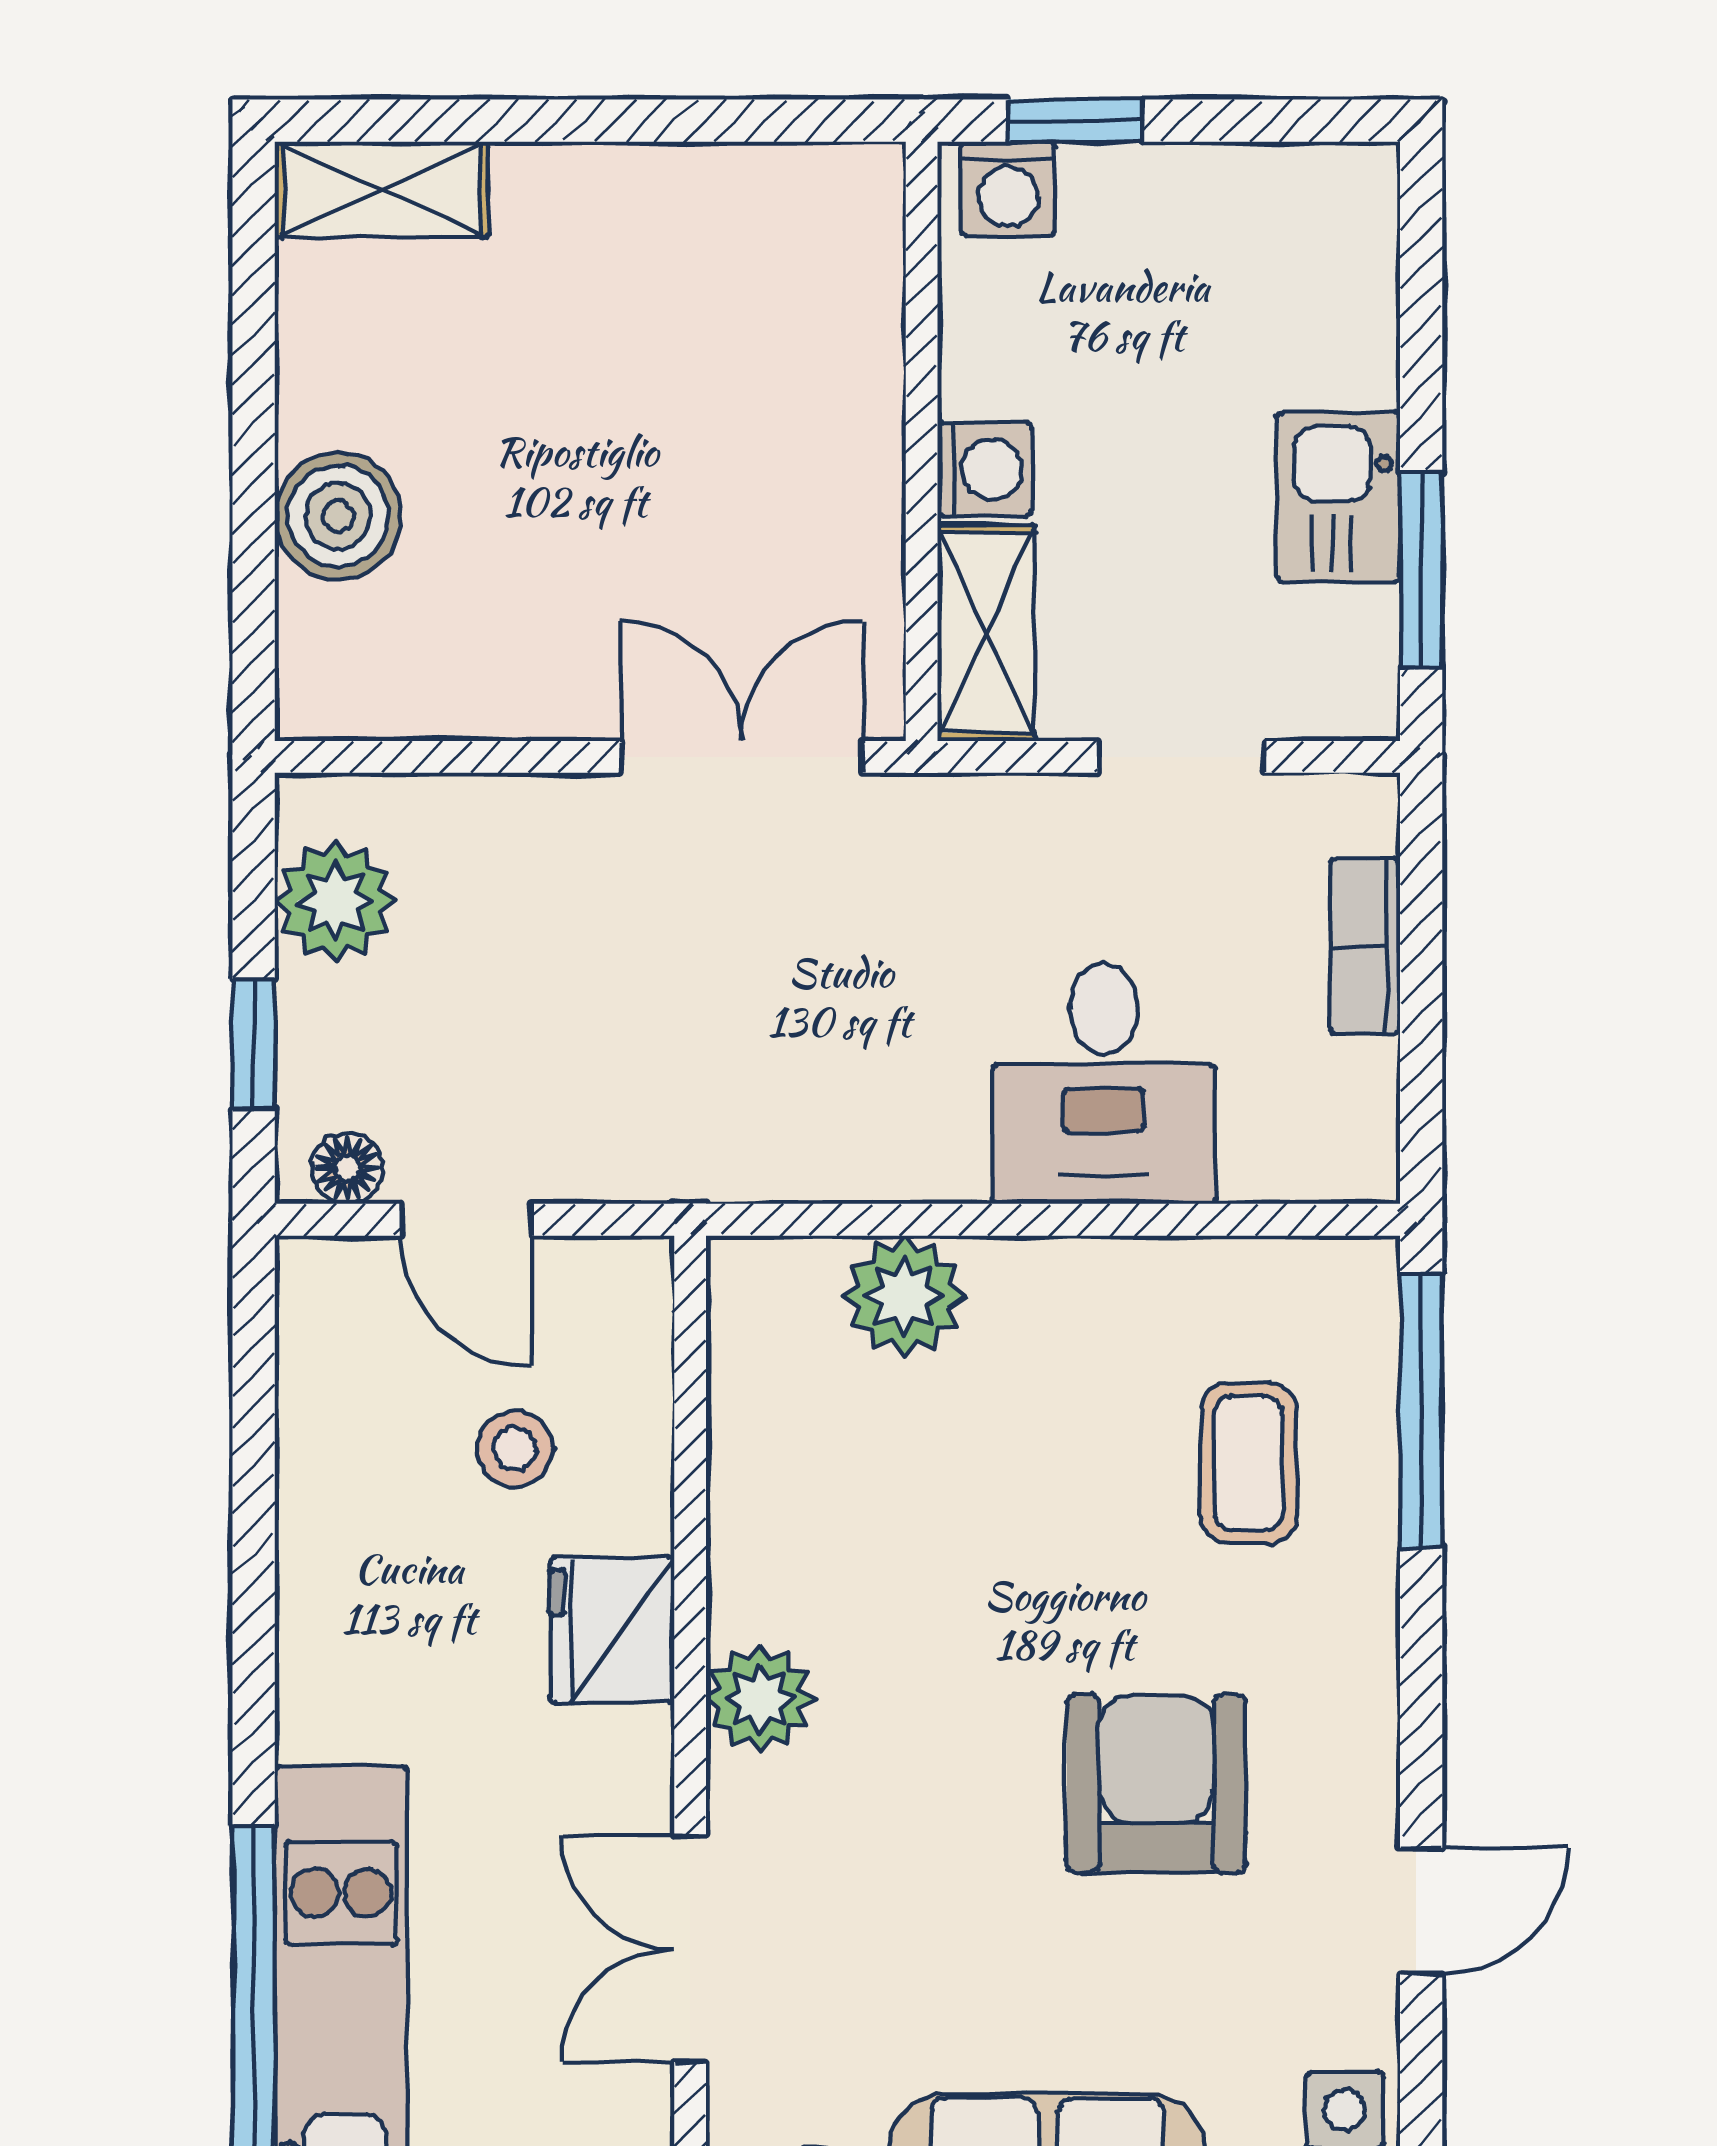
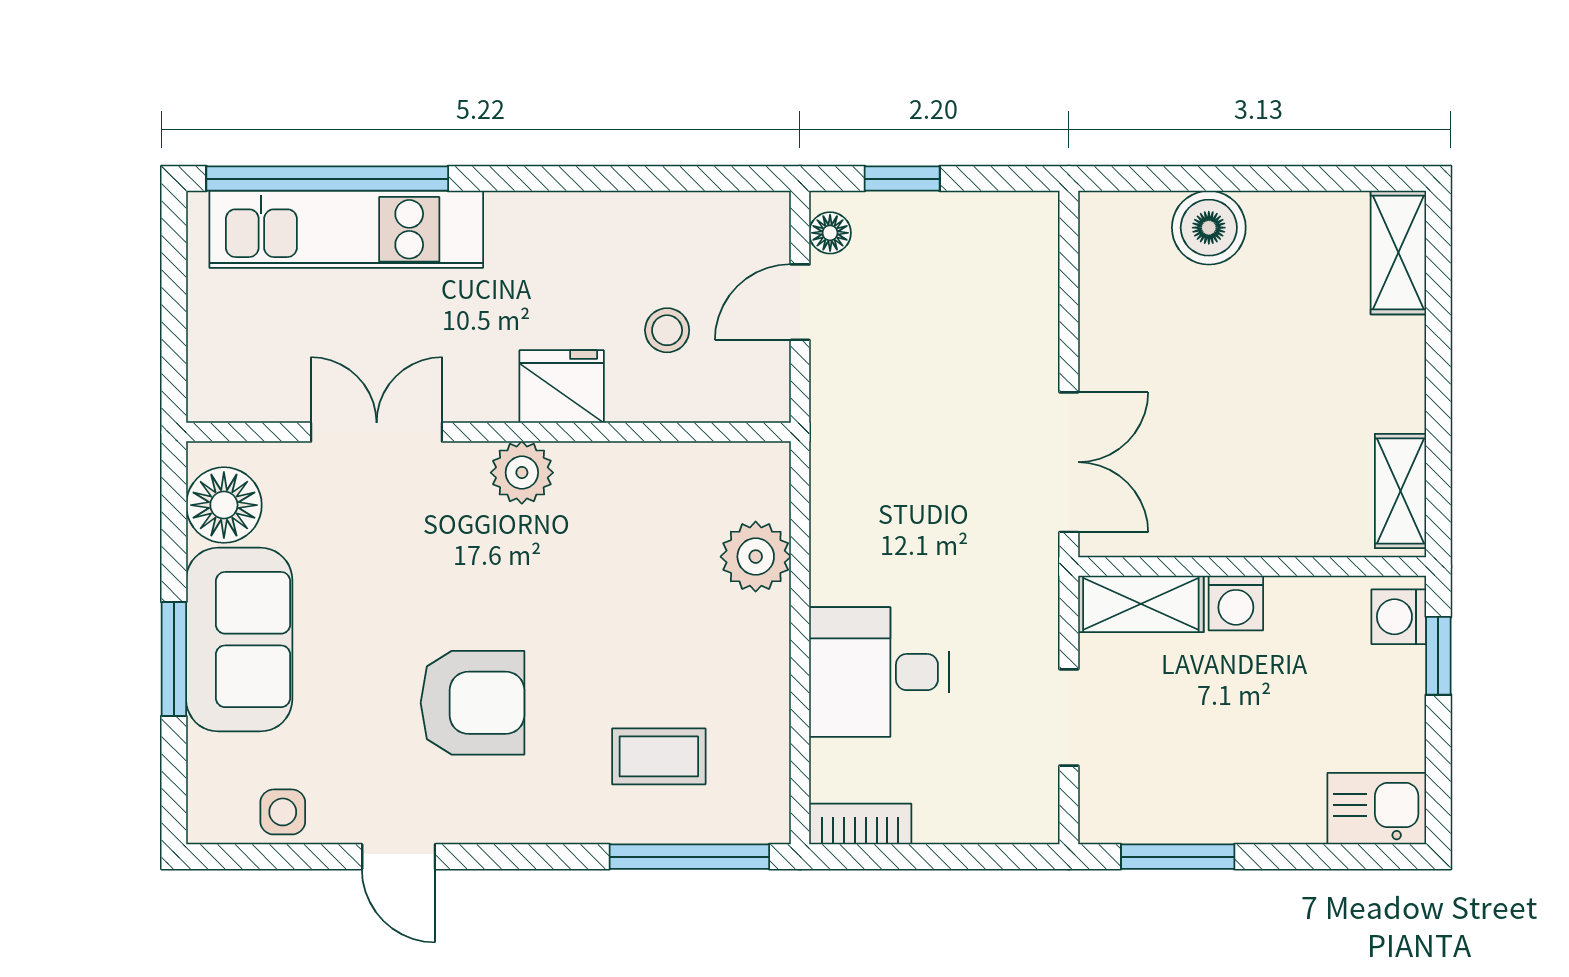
shelving: (792, 186) -> (1400, 491), added
kitchen sink: (1339, 497) -> (1377, 809), moved
plant: (336, 901) -> (985, 226), removed
bookcase: (1365, 946) -> (860, 824), moved

